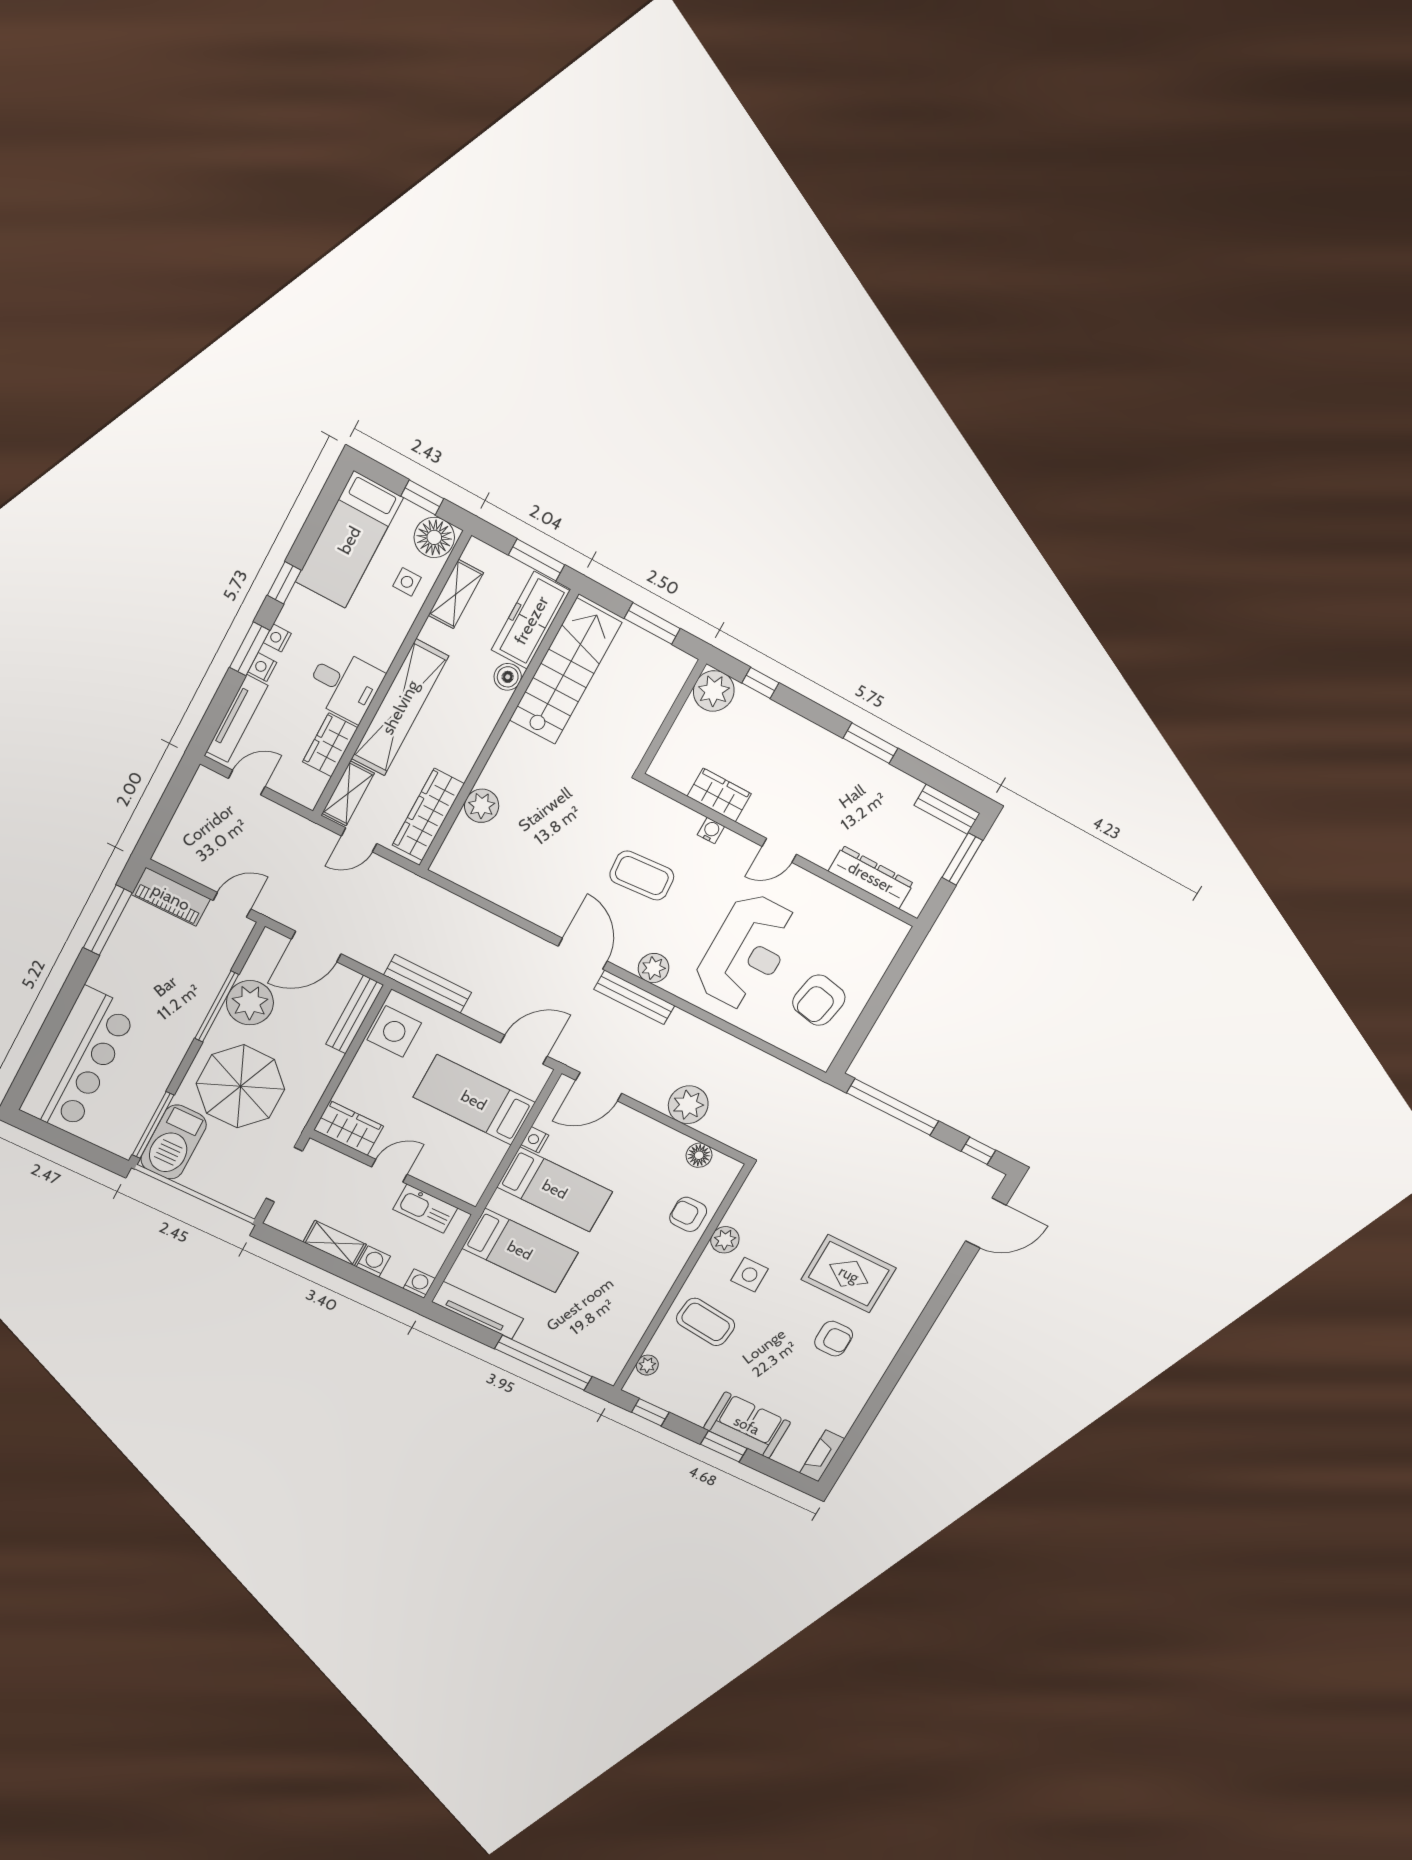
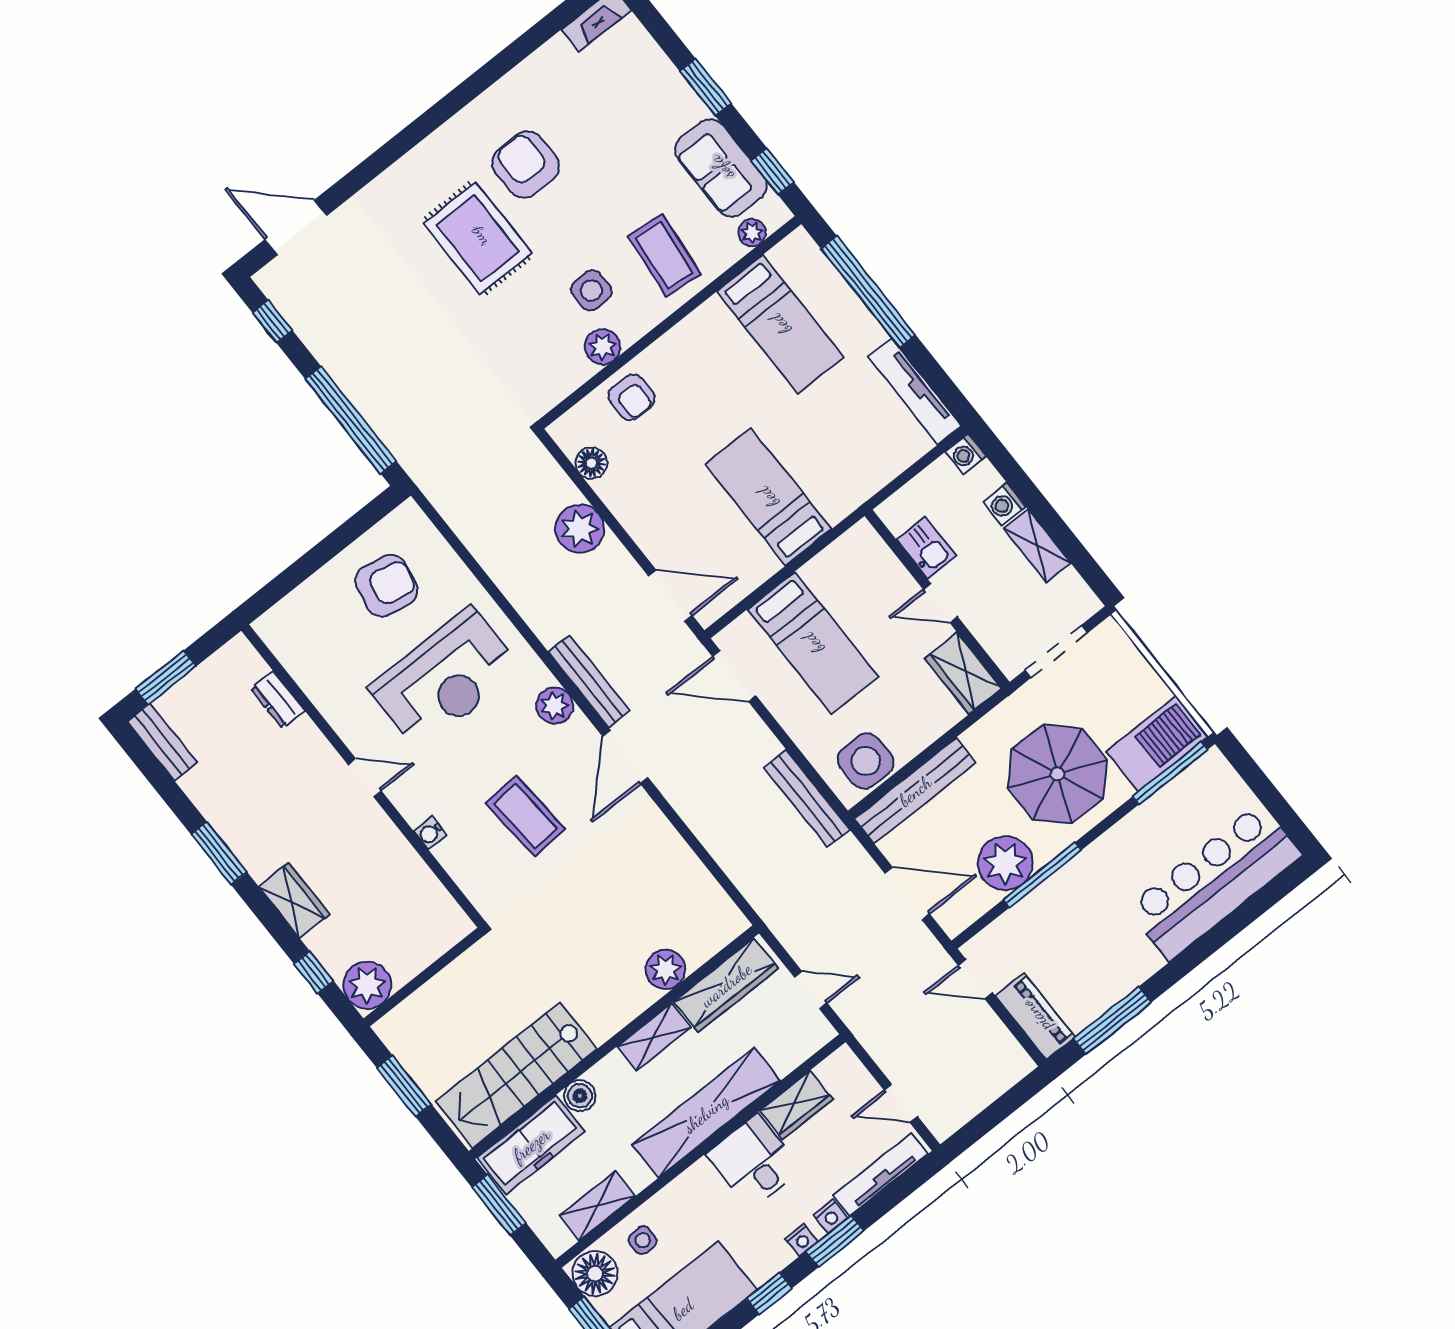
shelving: (348, 793) -> (654, 1037), moved
wardrobe: (719, 795) -> (294, 900), moved, turned 180
dresser: (871, 877) -> (278, 700), width x0.51, depth x0.80
reception desk: (747, 952) -> (445, 678), turned 180
bench: (355, 1014) -> (915, 791), width x1.37, depth x1.21
nightstand: (535, 1140) -> (766, 566), removed
kitchen sink: (425, 1209) -> (926, 548), width x0.73
bed: (520, 1250) -> (780, 324), moved, turned 180
armchair: (834, 1339) -> (526, 165), width x1.38, depth x1.38
sofa: (747, 1425) -> (721, 168), moved

